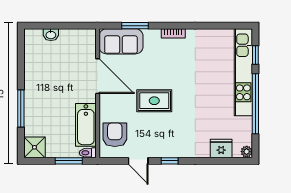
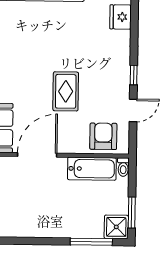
window: (21, 108) -> (91, 242), moved
armchair: (115, 135) -> (103, 136), turned 90
window: (69, 161) -> (132, 213), moved

